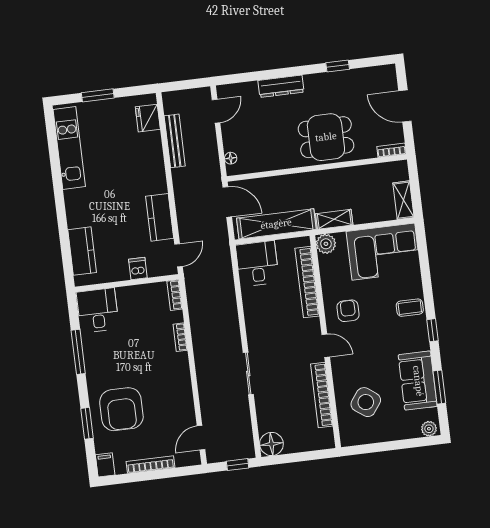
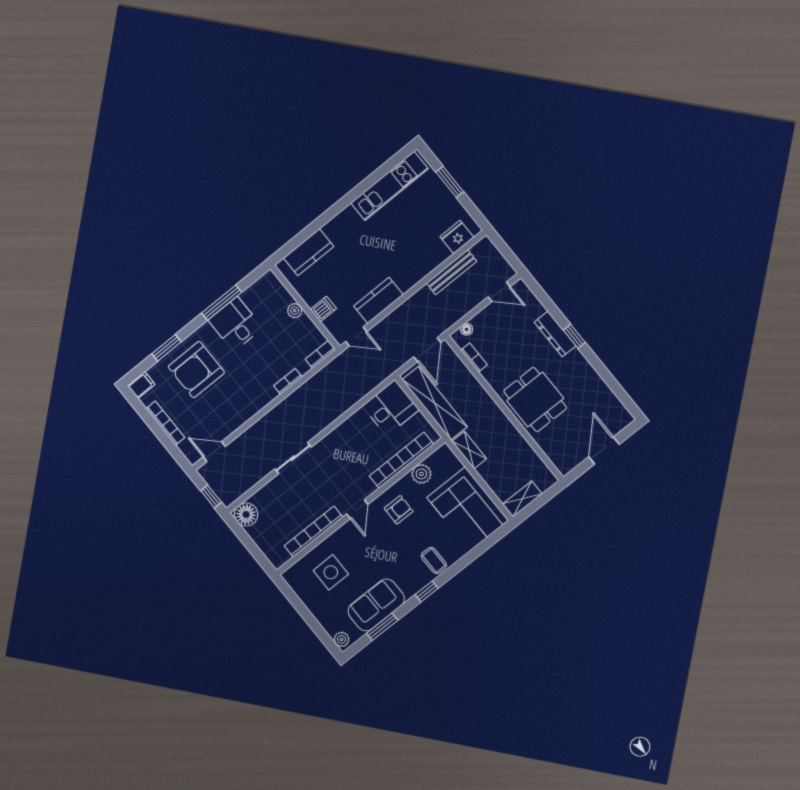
window: (338, 66) -> (574, 336), moved
bookcase: (391, 150) -> (474, 357), moved
plant: (326, 244) -> (421, 474), moved
plant: (124, 294) -> (295, 311), added
desk: (98, 310) -> (235, 324), moved, turned -90
side table: (366, 402) -> (331, 572), turned -36

